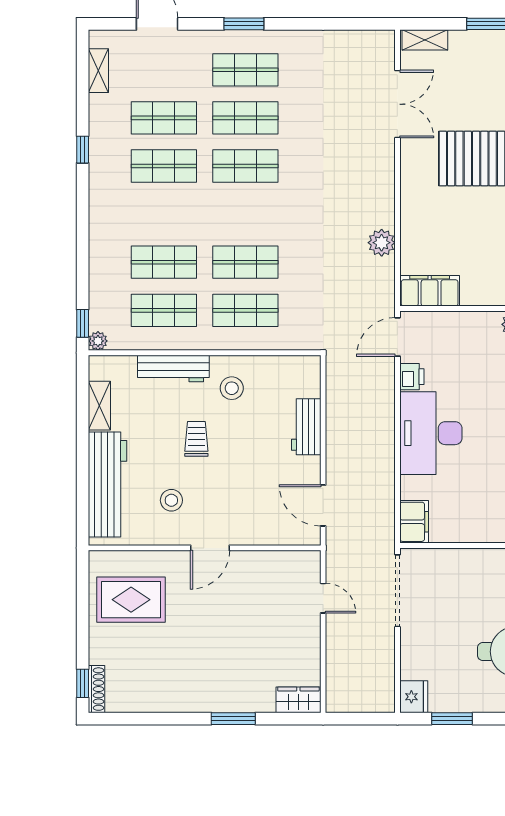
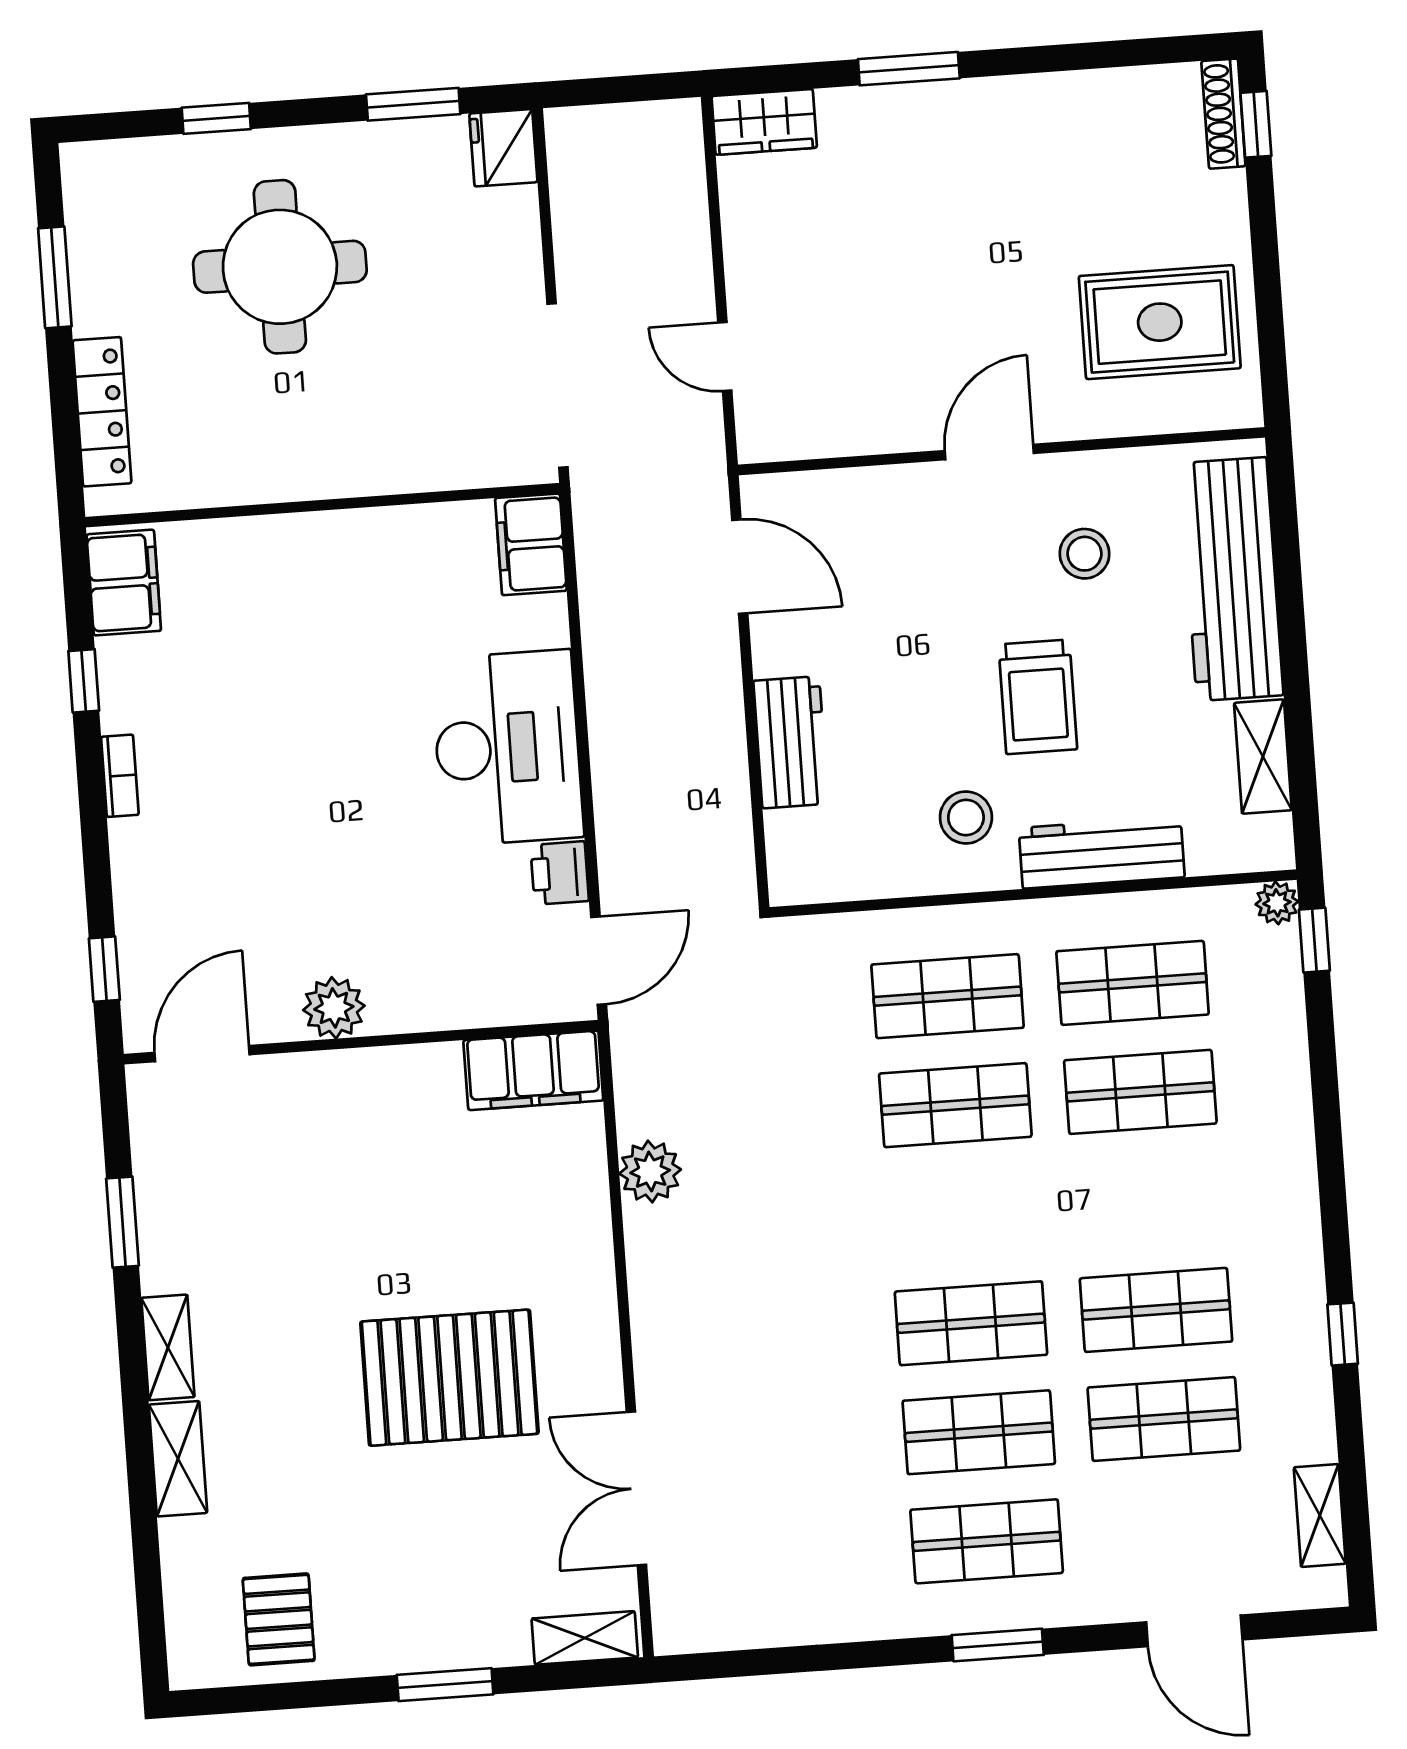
trolley: (196, 439) -> (1038, 697), width x1.36, depth x1.39

